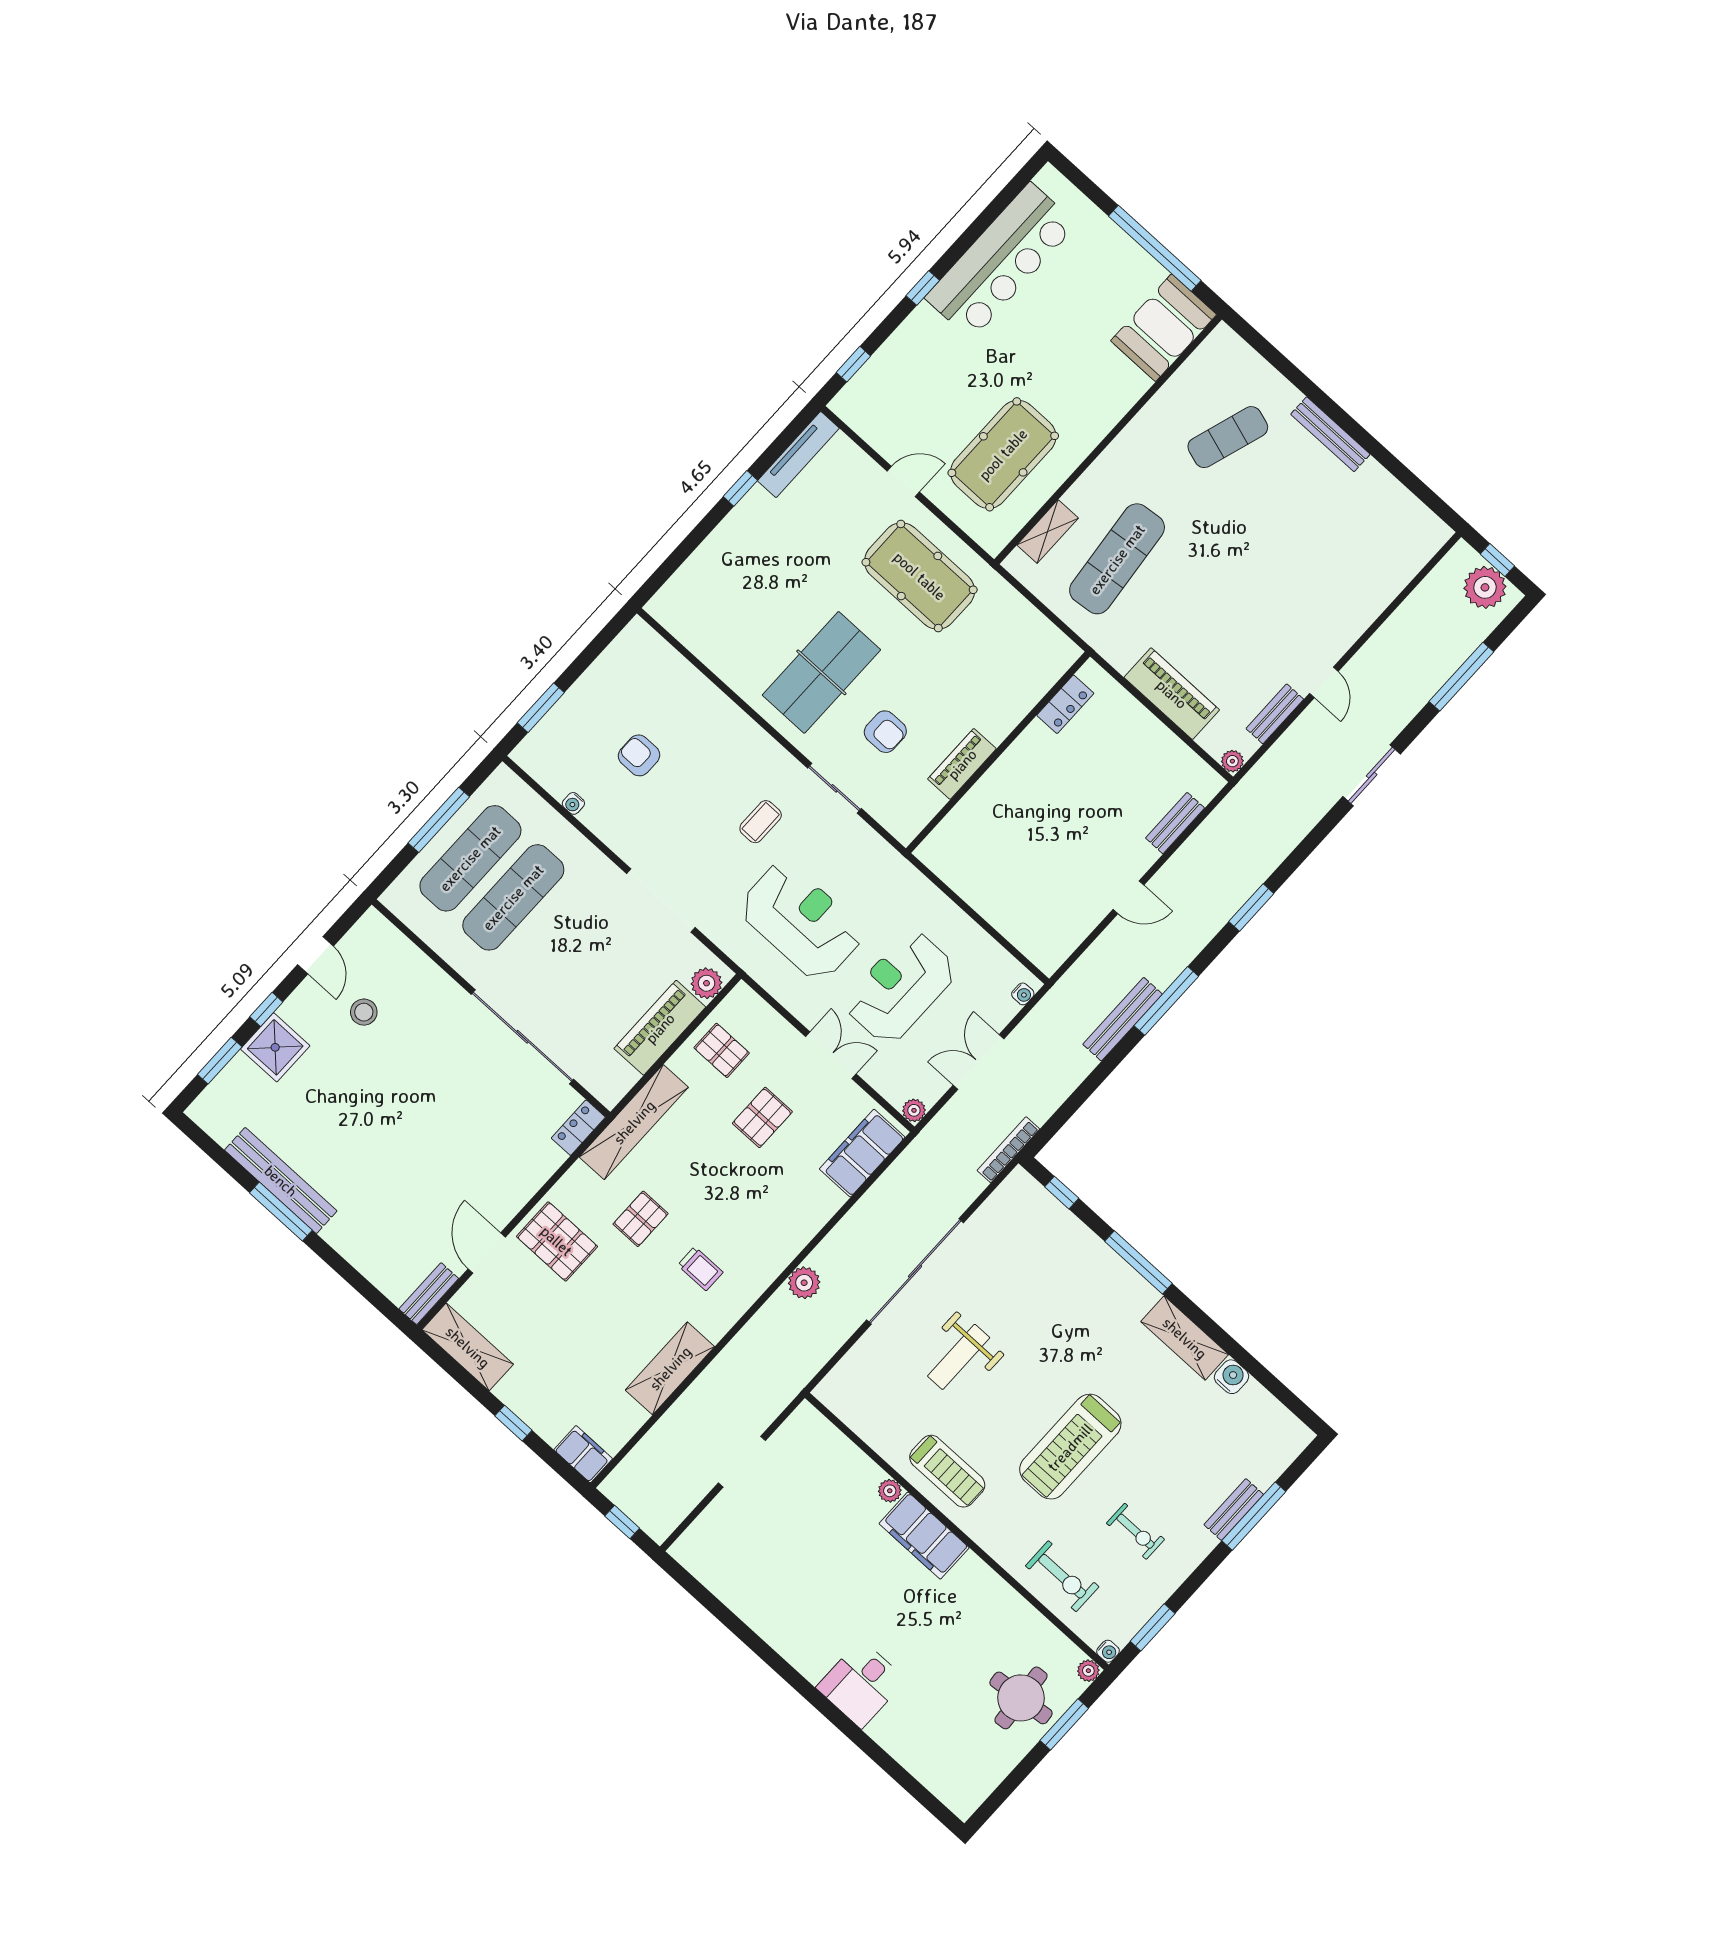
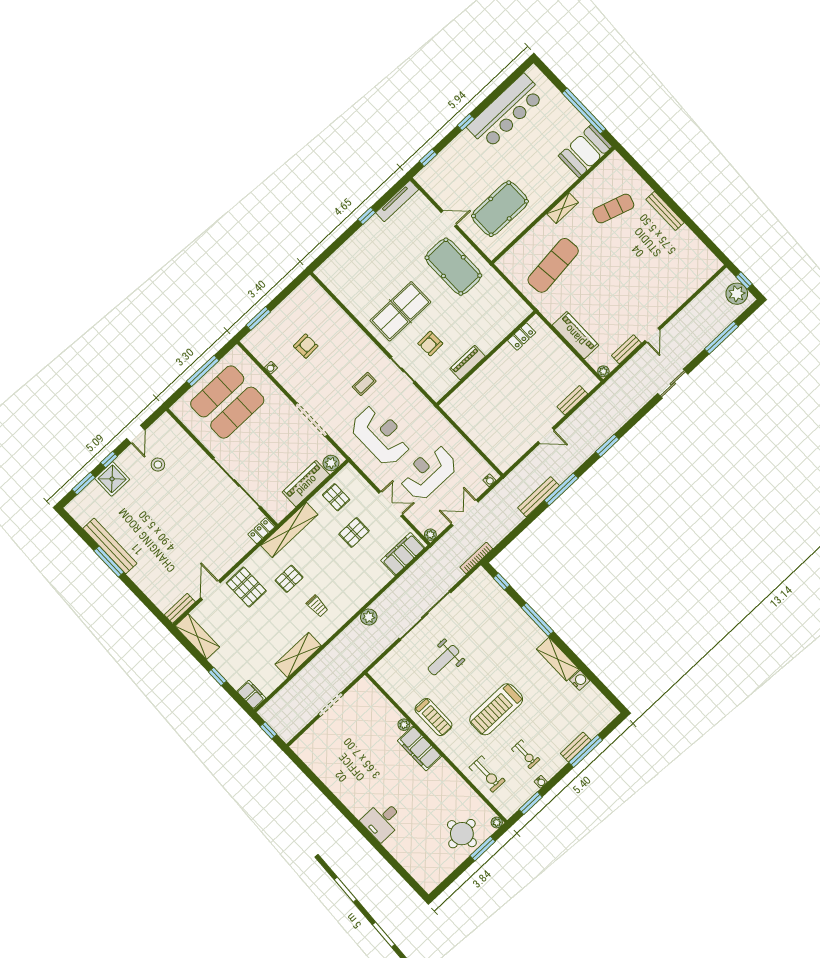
shelving: (1048, 532) -> (563, 208), moved
armchair: (885, 732) -> (430, 343), turned 88
armchair: (639, 755) -> (306, 346), turned 88
water cooler: (1108, 1651) -> (541, 782), moved

